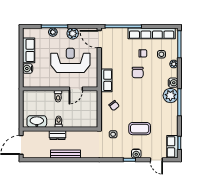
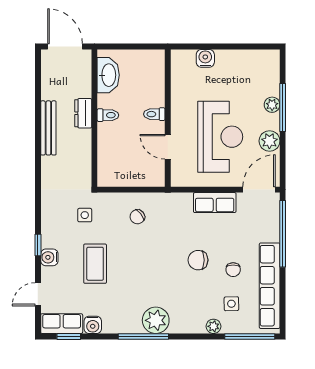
row of seats: (29, 50) -> (239, 60), removed
row of seats: (106, 80) -> (215, 203), moved
water cooler: (173, 83) -> (93, 325), moved

